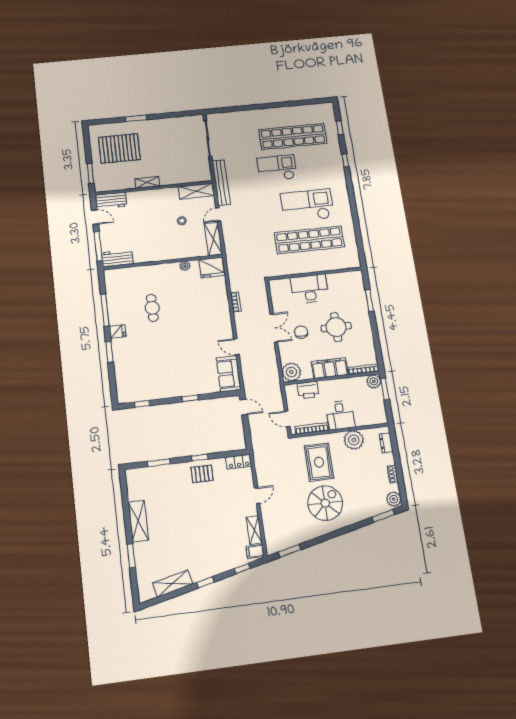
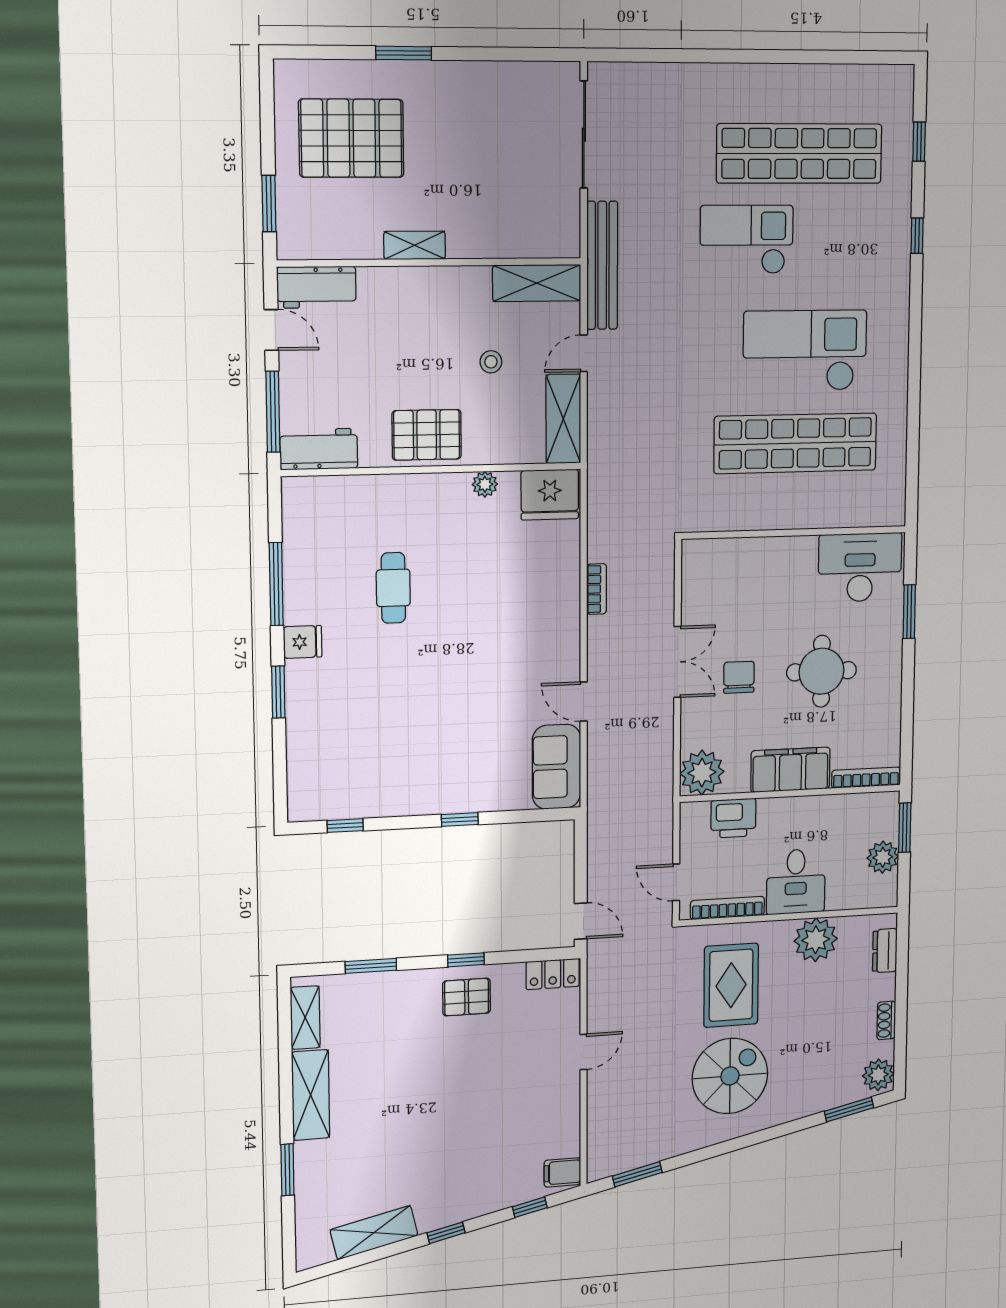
pallet: (159, 249) -> (427, 435), added
desk: (310, 289) -> (860, 567), moved
plant: (374, 381) -> (883, 857), moved
door: (244, 407) -> (581, 921), moved
shelving: (254, 530) -> (305, 1018), moved

